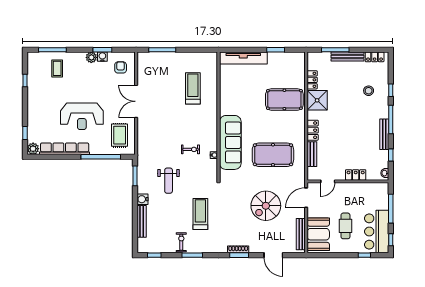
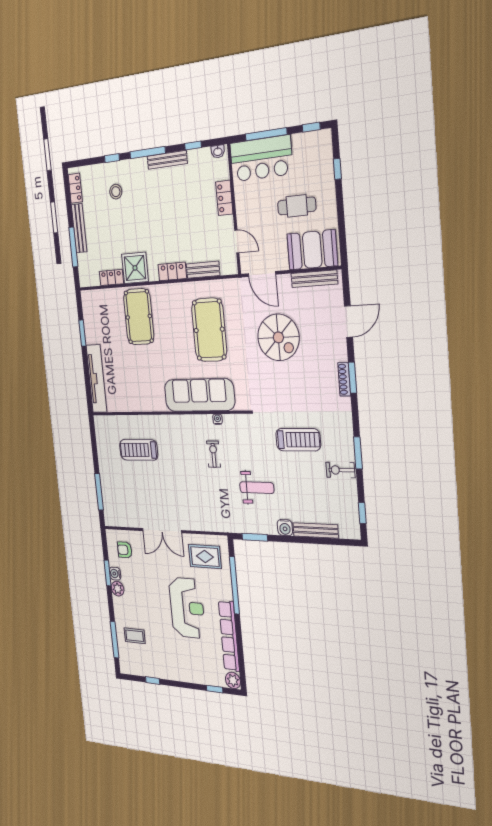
treadmill: (200, 214) -> (298, 440), turned 180
bar counter: (377, 232) -> (261, 159), moved

